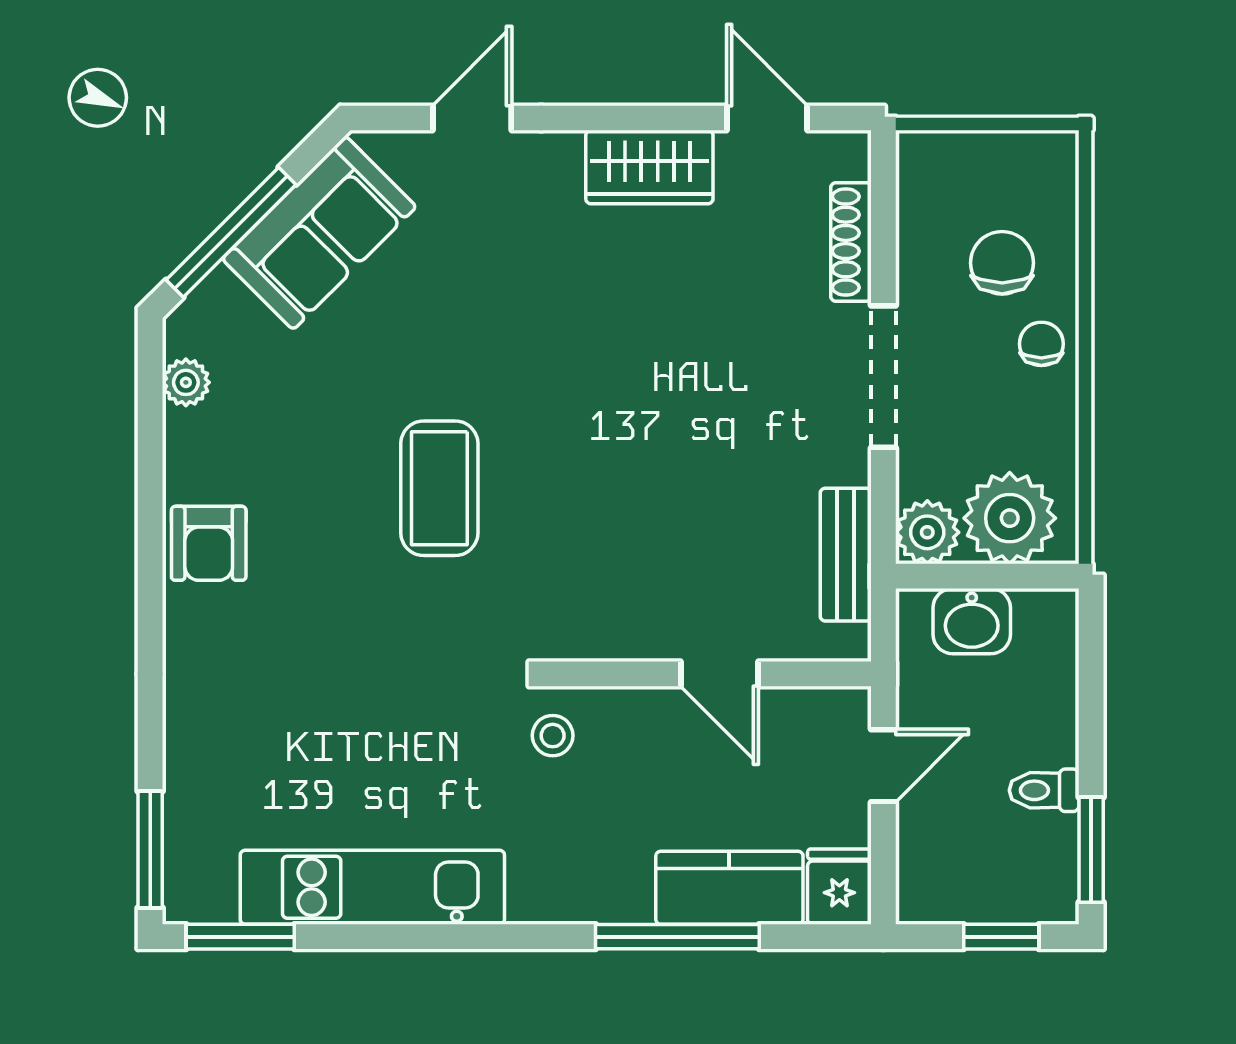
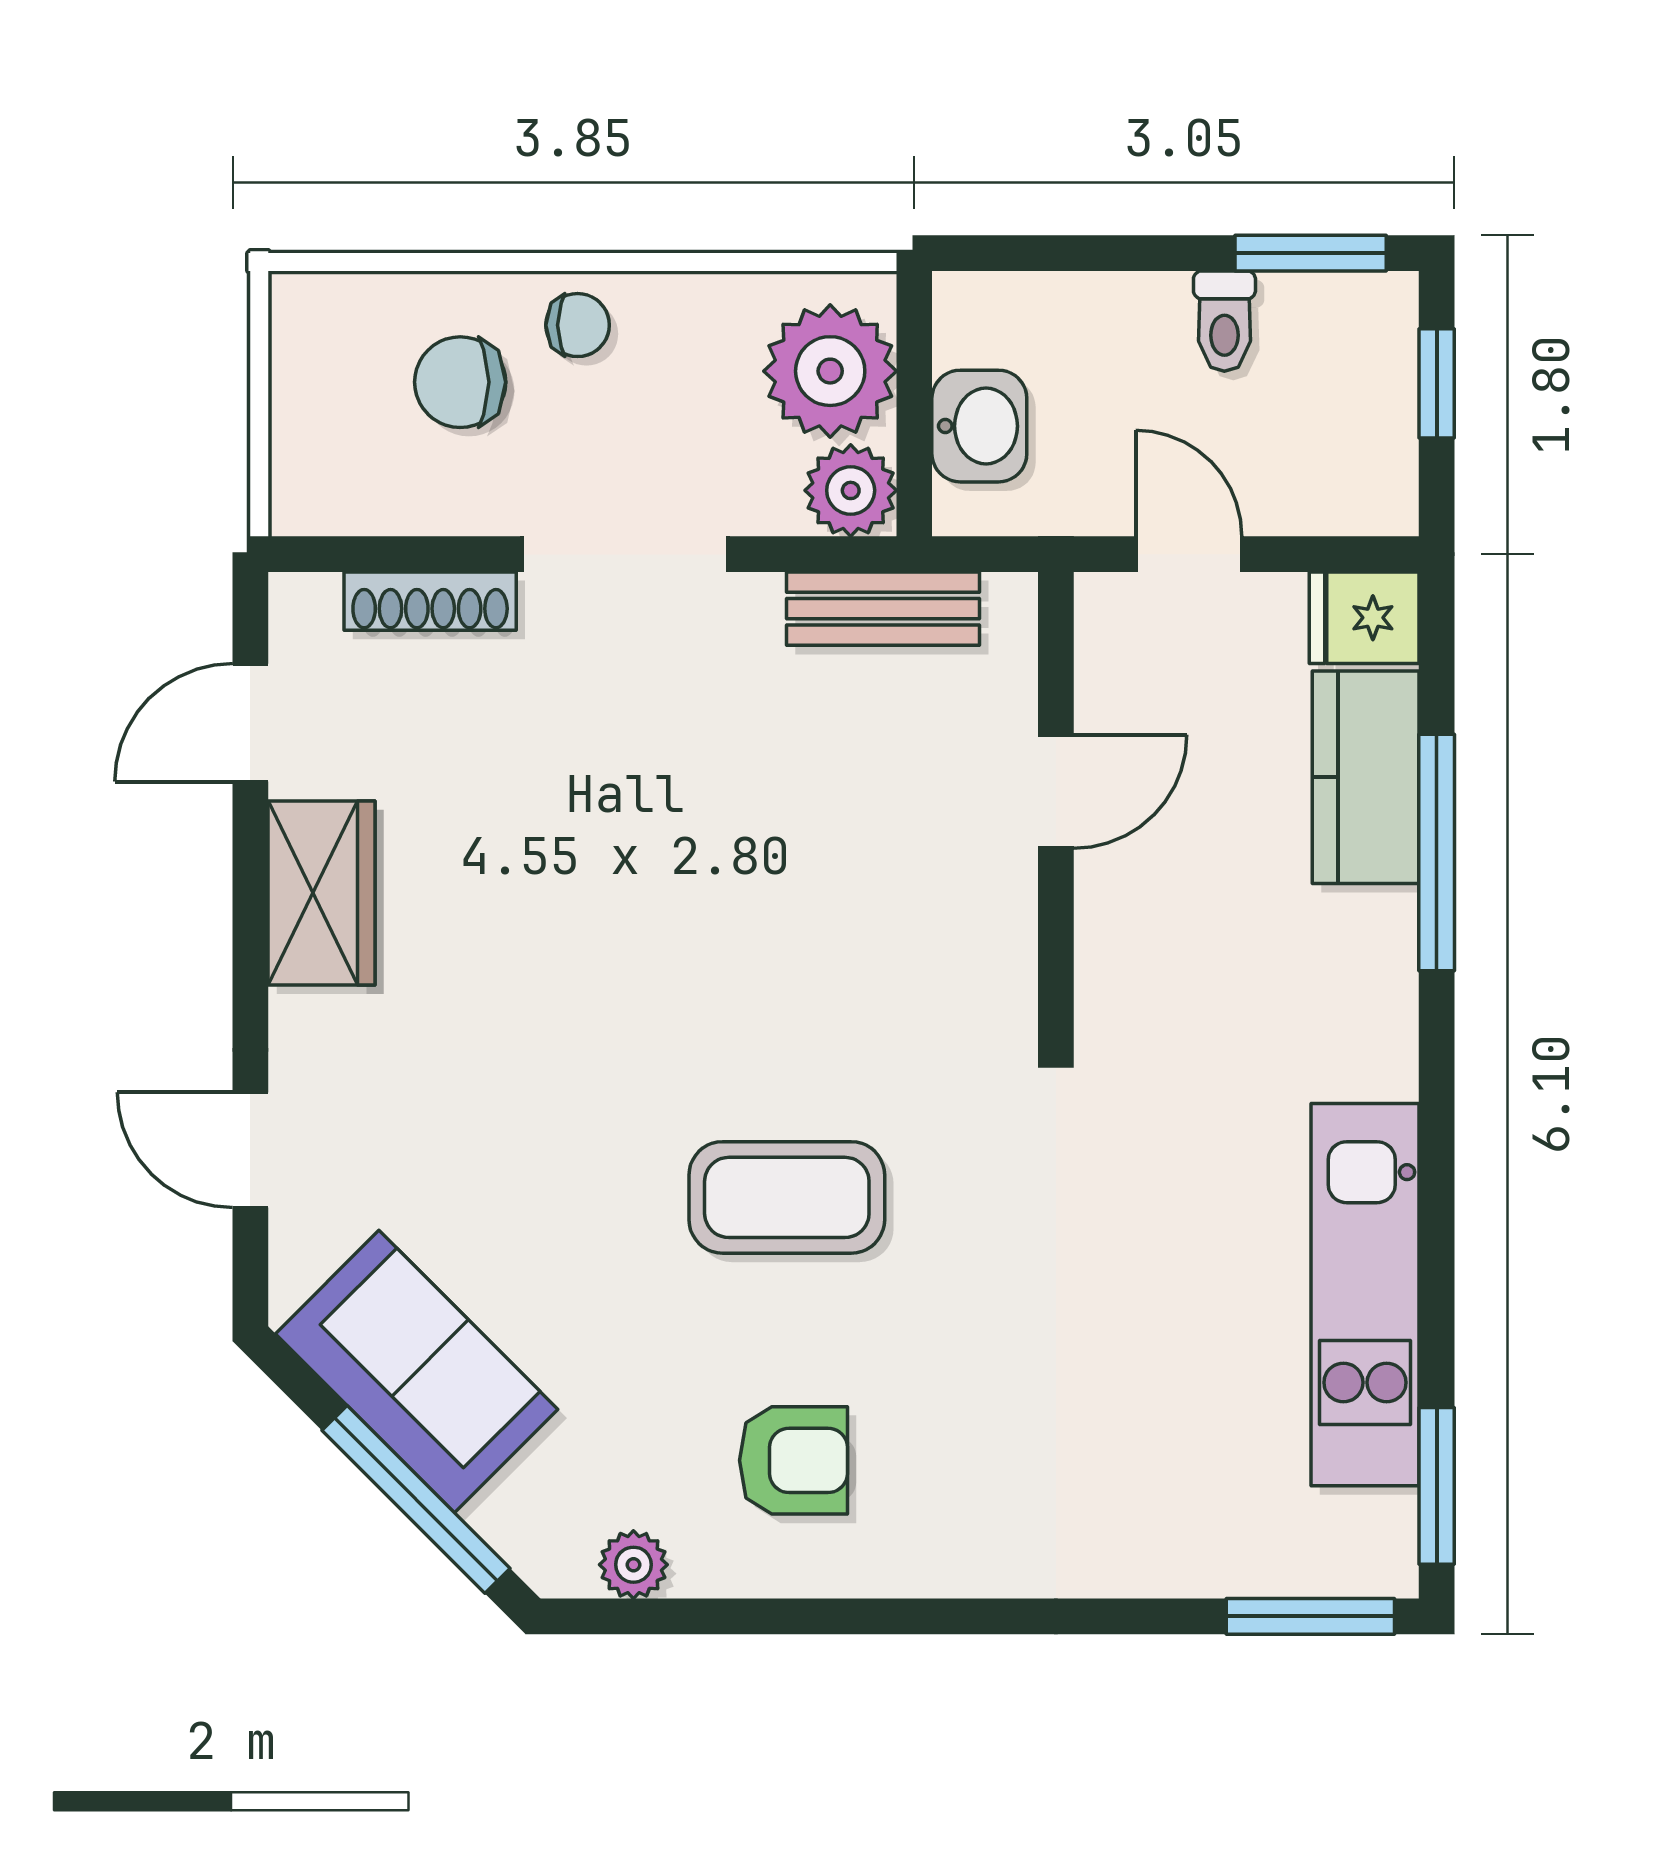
chair: (1041, 344) -> (578, 325), turned 180
armchair: (209, 543) -> (793, 1460), moved
stool: (553, 736) -> (1145, 1033), removed

